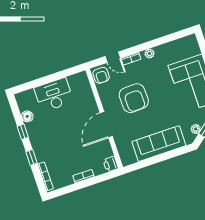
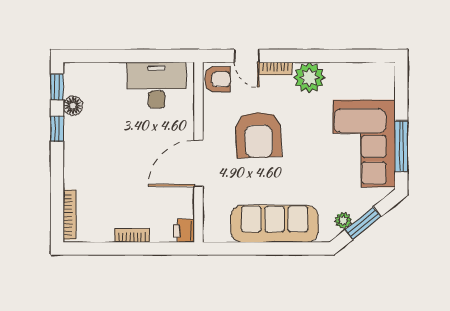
plant: (150, 54) -> (309, 78), width x1.87, depth x1.87
armchair: (101, 75) -> (217, 79), turned -90
desk: (54, 95) -> (157, 85), moved
window: (31, 157) -> (57, 87), moved

